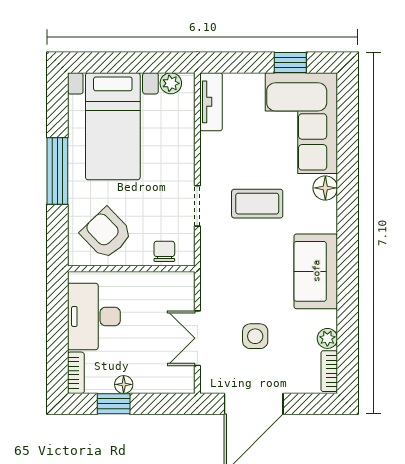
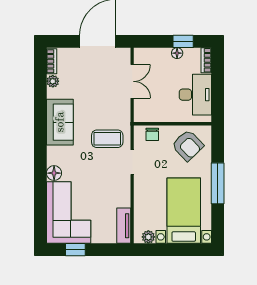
coffee table: (257, 204) -> (107, 139), moved
side table: (255, 336) -> (97, 83), removed

